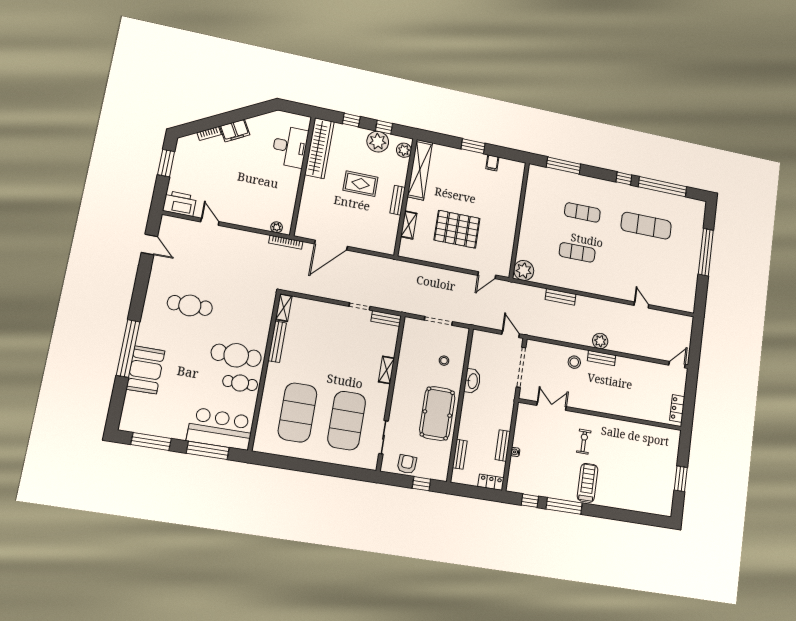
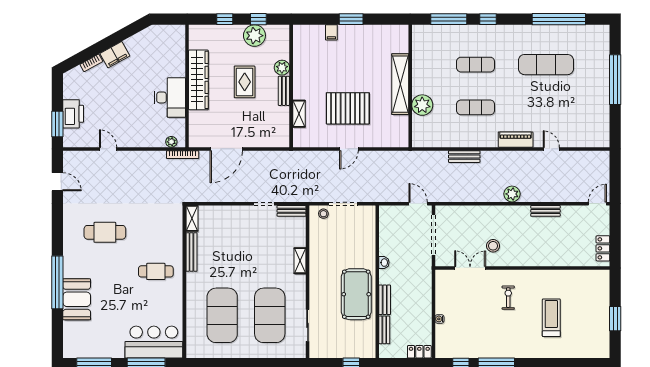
desk: (290, 147) -> (170, 97), moved
wardrobe: (319, 148) -> (198, 80), moved
plant: (404, 150) -> (282, 68), moved
window: (166, 163) -> (57, 124), moved
filing cabinet: (492, 163) -> (331, 32), moved
shelving: (420, 170) -> (400, 84), moved
window: (624, 178) -> (488, 19), moved
rug: (360, 184) -> (245, 82), turned 90
printer: (180, 203) -> (73, 114), moved, turned 90
plant: (524, 270) -> (422, 105), moved
door: (487, 275) -> (349, 149), moved
piano: (610, 290) -> (516, 140), added
cafe table: (236, 355) -> (156, 271), width x0.73, depth x0.74
bench: (602, 358) -> (545, 211), moved
stool: (444, 361) -> (323, 214), moved
stool: (574, 362) -> (493, 246), moved
washbasin: (472, 381) -> (384, 263), width x0.52, depth x0.69
cafe table: (240, 383) -> (164, 297), removed
bench: (503, 446) -> (385, 300), moved
armchair: (407, 464) -> (334, 347), removed
treadmill: (588, 483) -> (551, 318), moved

